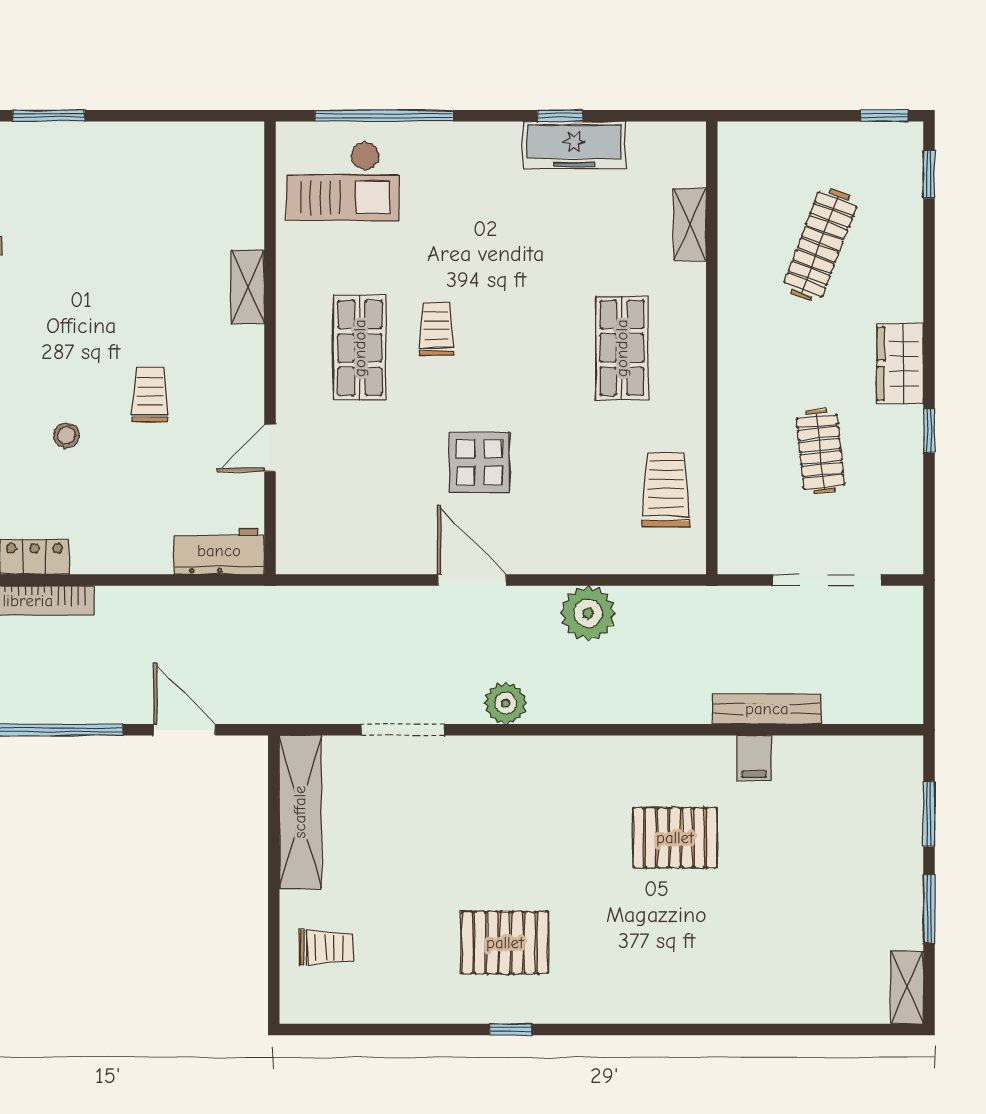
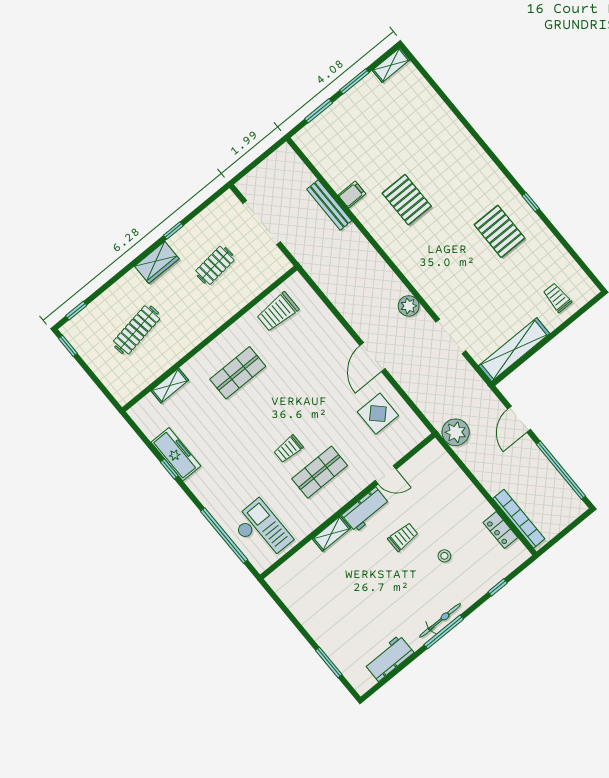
clothes rail: (820, 244) -> (137, 330), turned -30
trolley: (150, 395) -> (403, 537), turned 180
display table: (479, 462) -> (378, 414), moved
workbench: (219, 551) -> (366, 510), moved, turned -90
plant: (588, 613) -> (456, 432), moved

